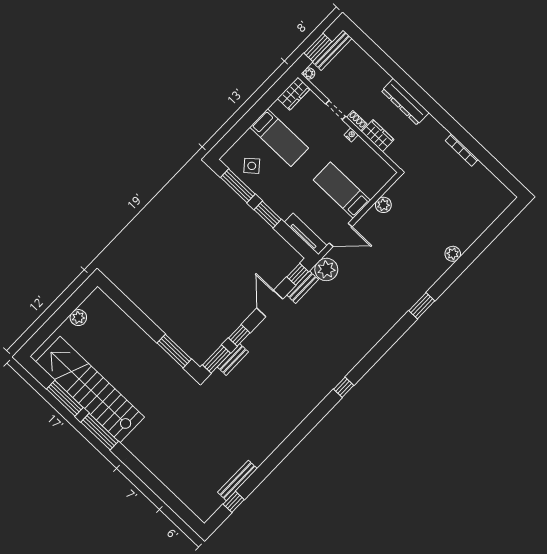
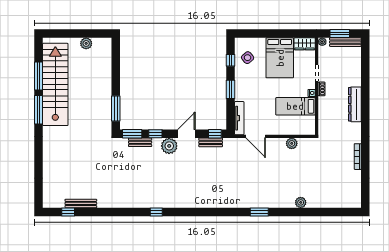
wardrobe: (378, 136) -> (324, 107), removed
bed: (279, 138) -> (280, 58), width x1.50
window: (238, 186) -> (231, 60), width x0.46
bed: (342, 190) -> (295, 106), moved, turned -90
plant: (326, 269) -> (169, 146), moved
window: (344, 387) -> (156, 212), moved

